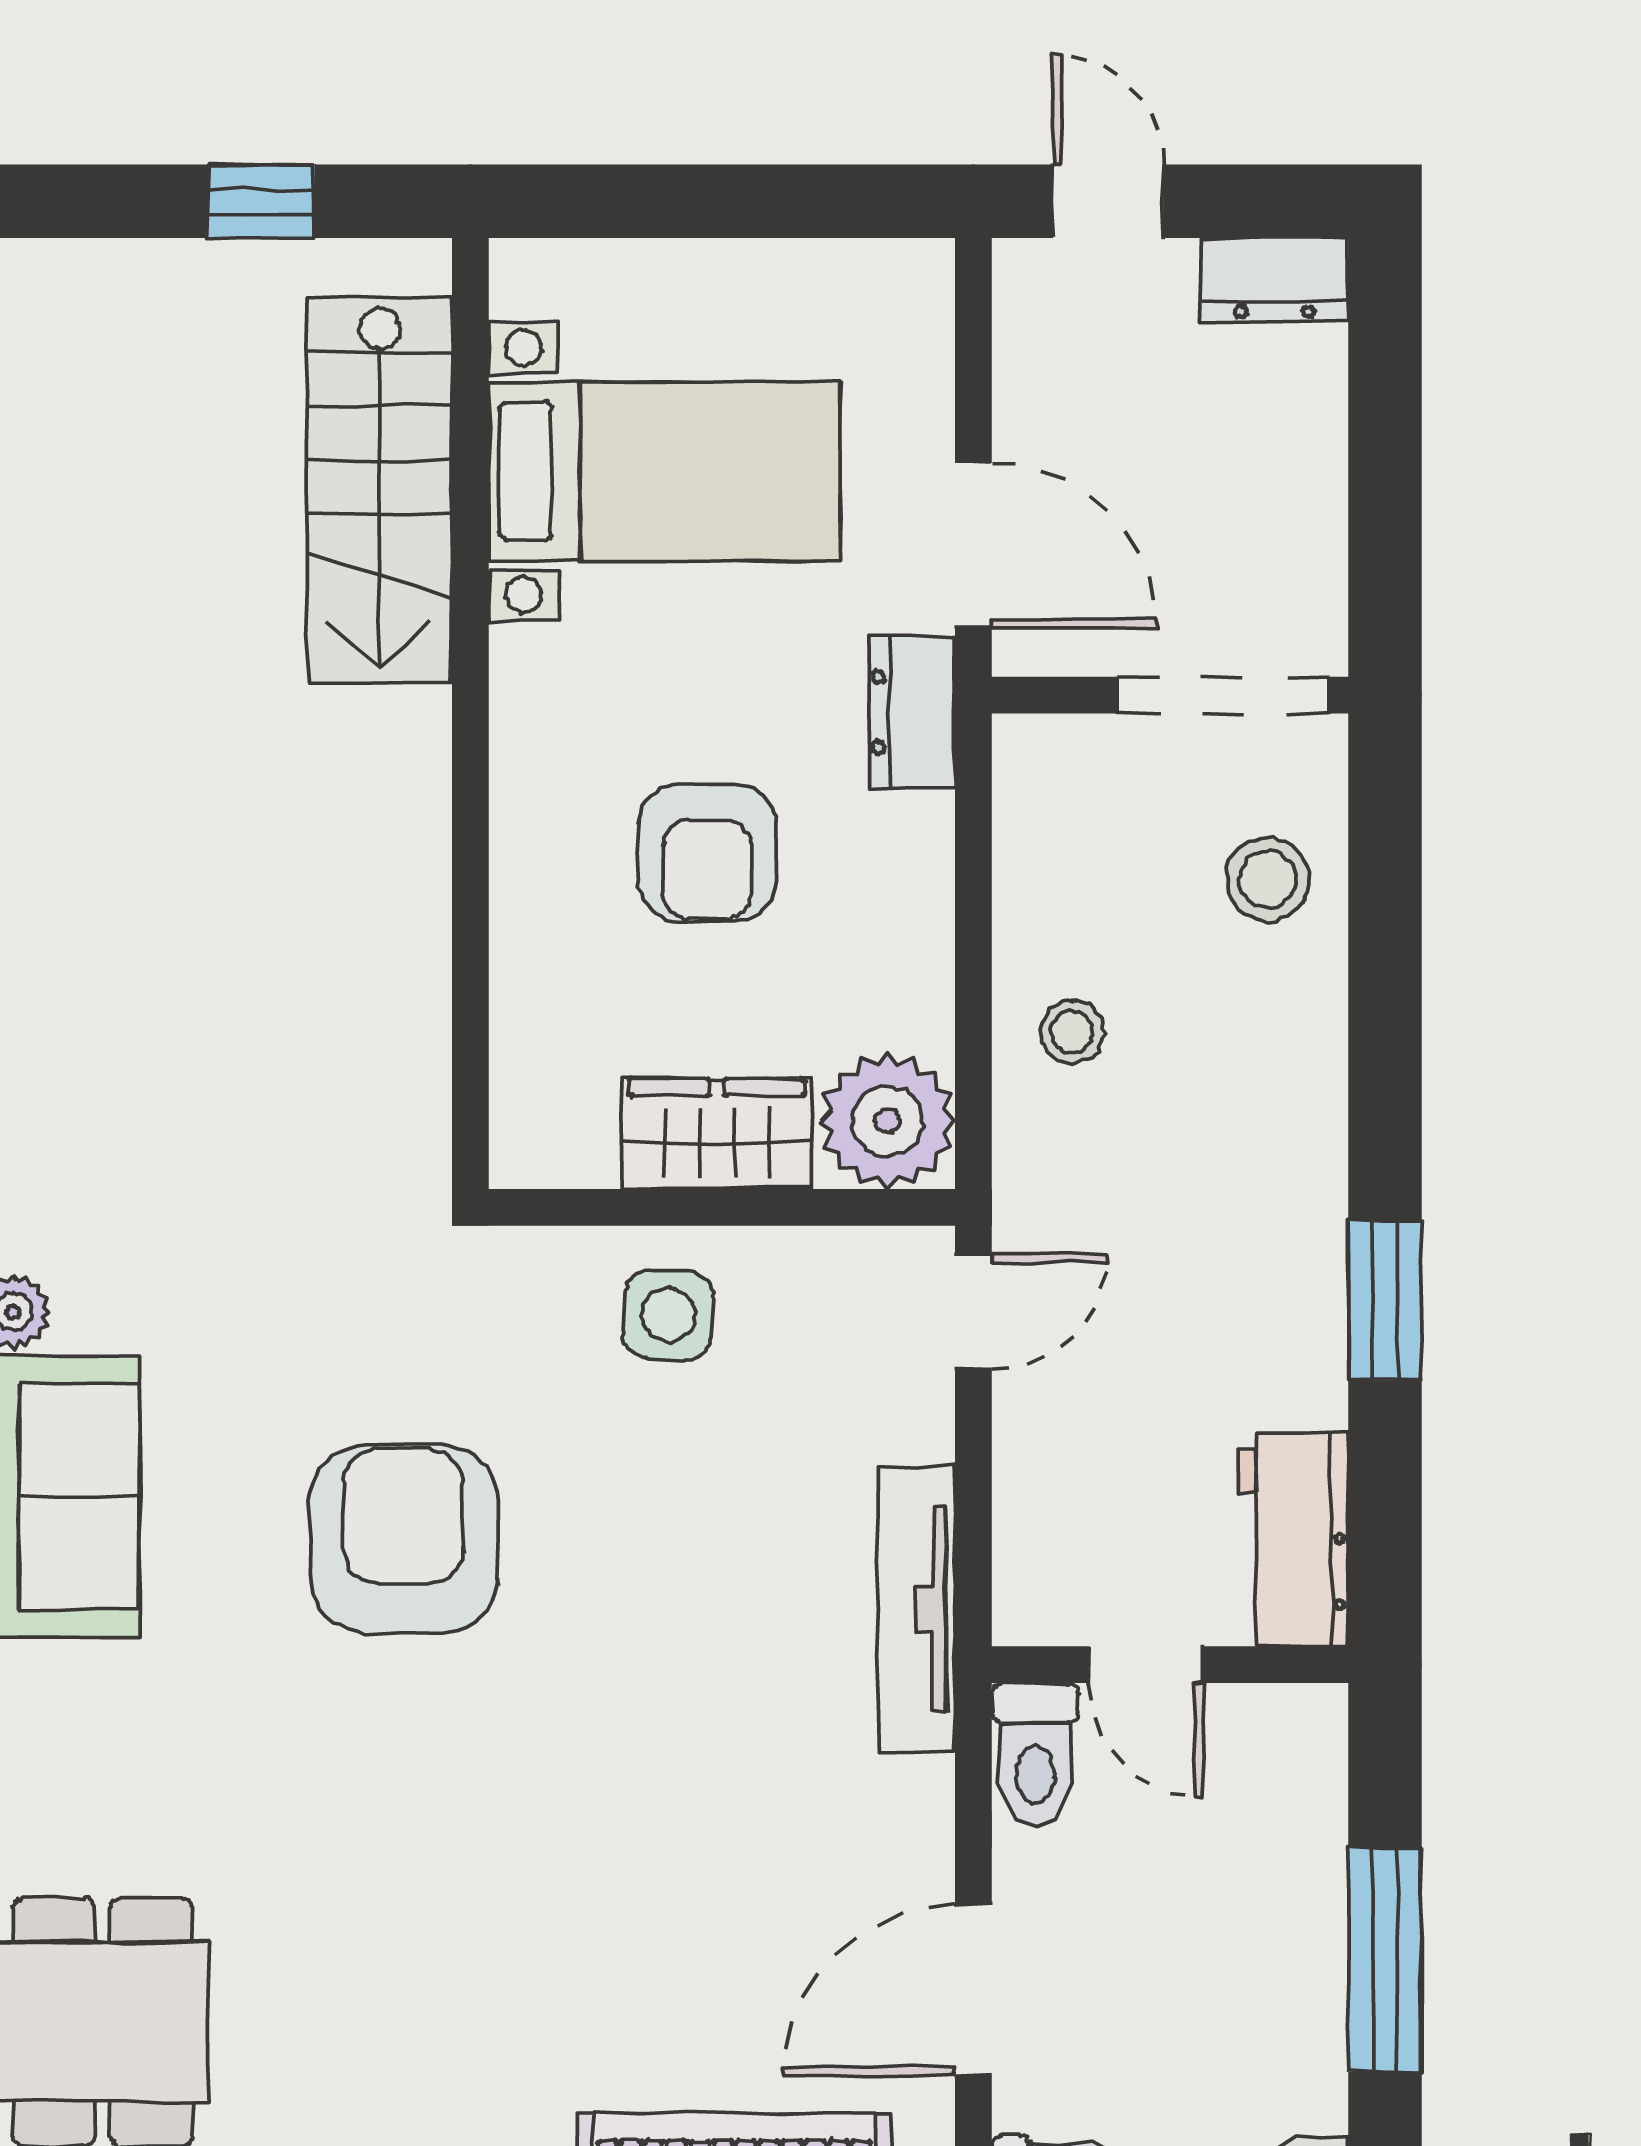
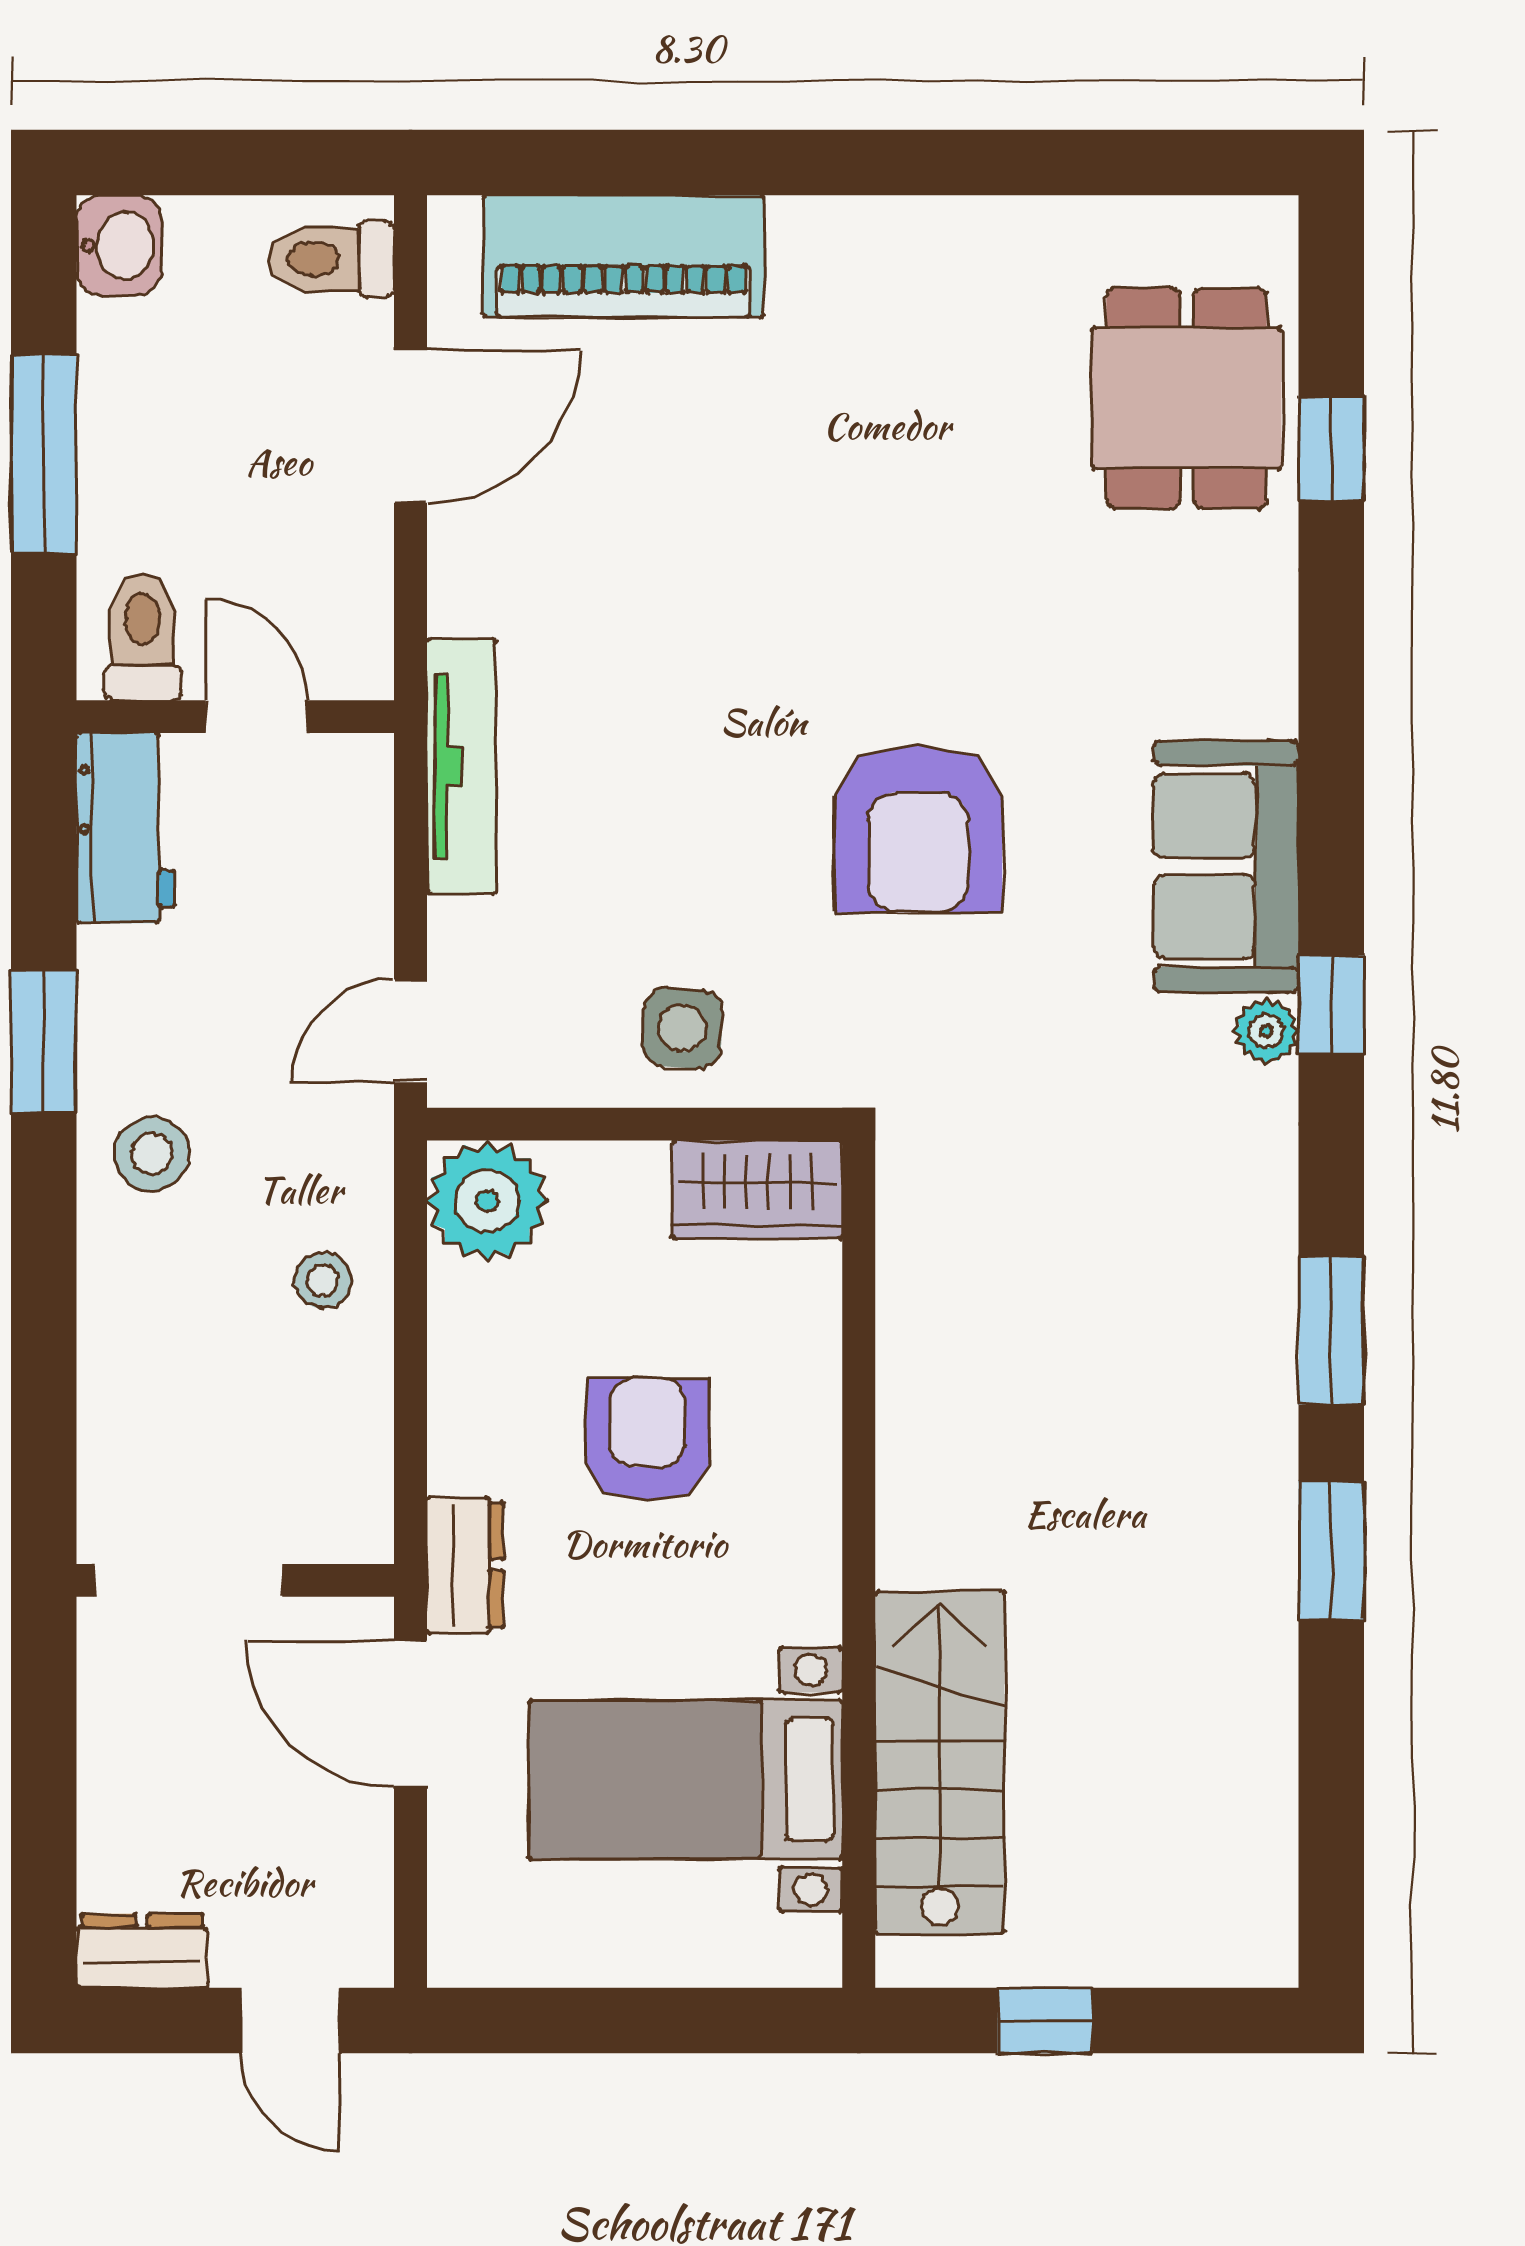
stool: (1268, 879) -> (152, 1154), moved
wardrobe: (717, 1134) -> (757, 1190), moved
toilet: (1035, 1754) -> (143, 637), moved

